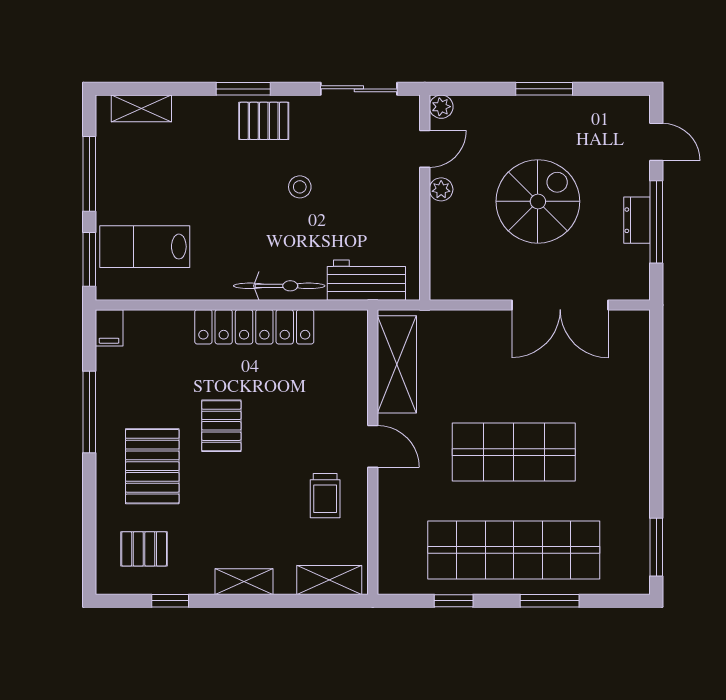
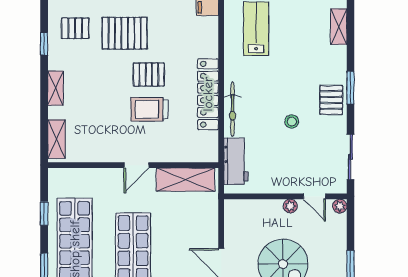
trolley: (325, 496) -> (149, 109), moved, width x1.36, depth x1.39
pallet: (144, 549) -> (75, 28), turned 90

